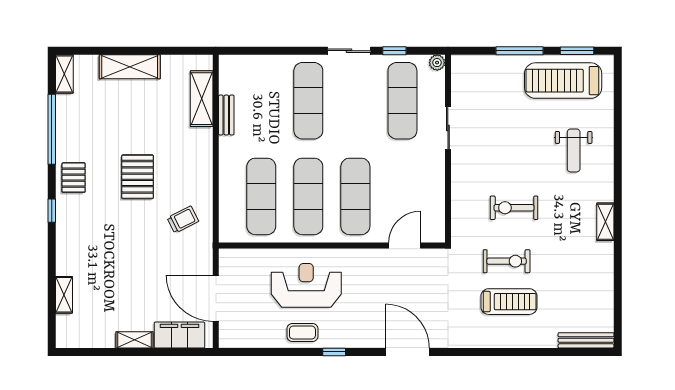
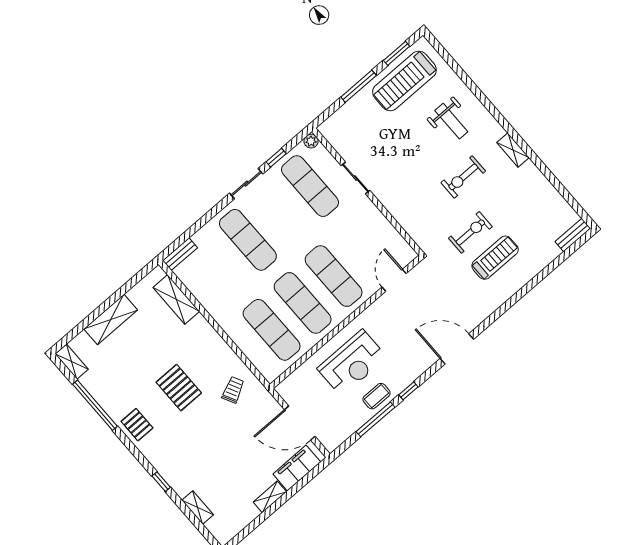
bench: (226, 115) -> (180, 254), moved, turned 90
exercise bike: (514, 208) -> (463, 177), moved
window: (52, 211) -> (161, 482), moved
reception desk: (306, 285) -> (352, 363), turned 180
bench: (586, 340) -> (573, 235), width x0.73
window: (284, 352) -> (376, 419), added

